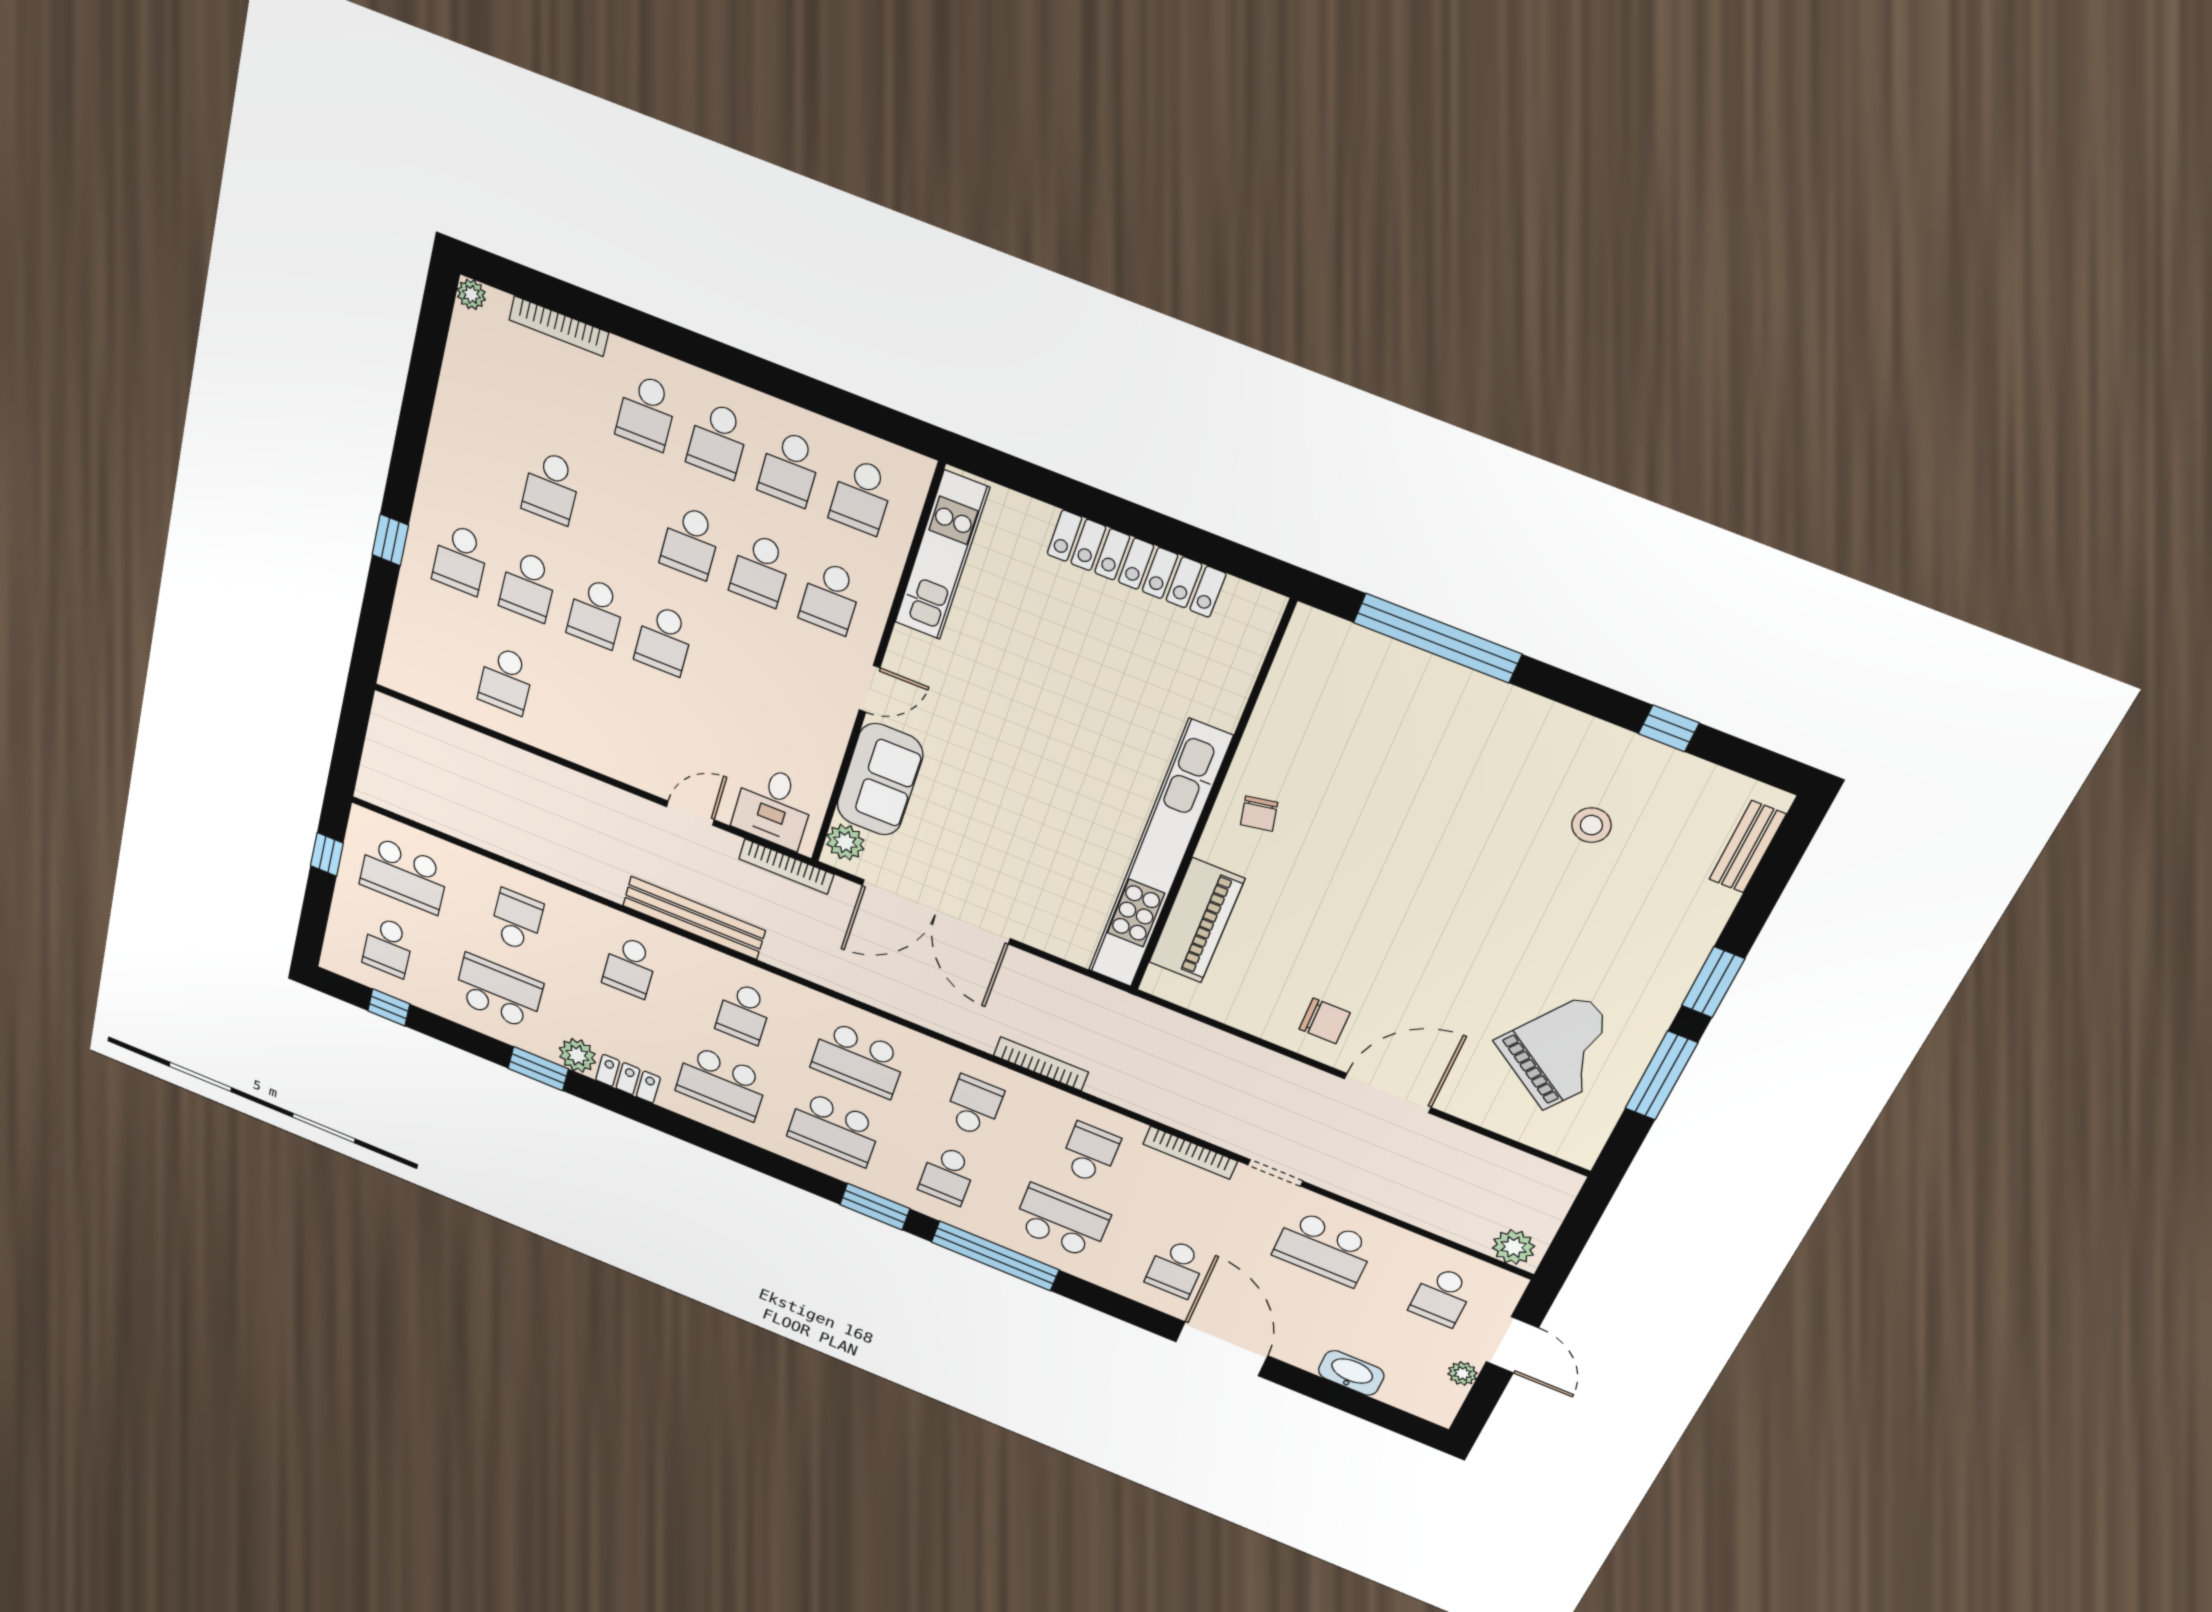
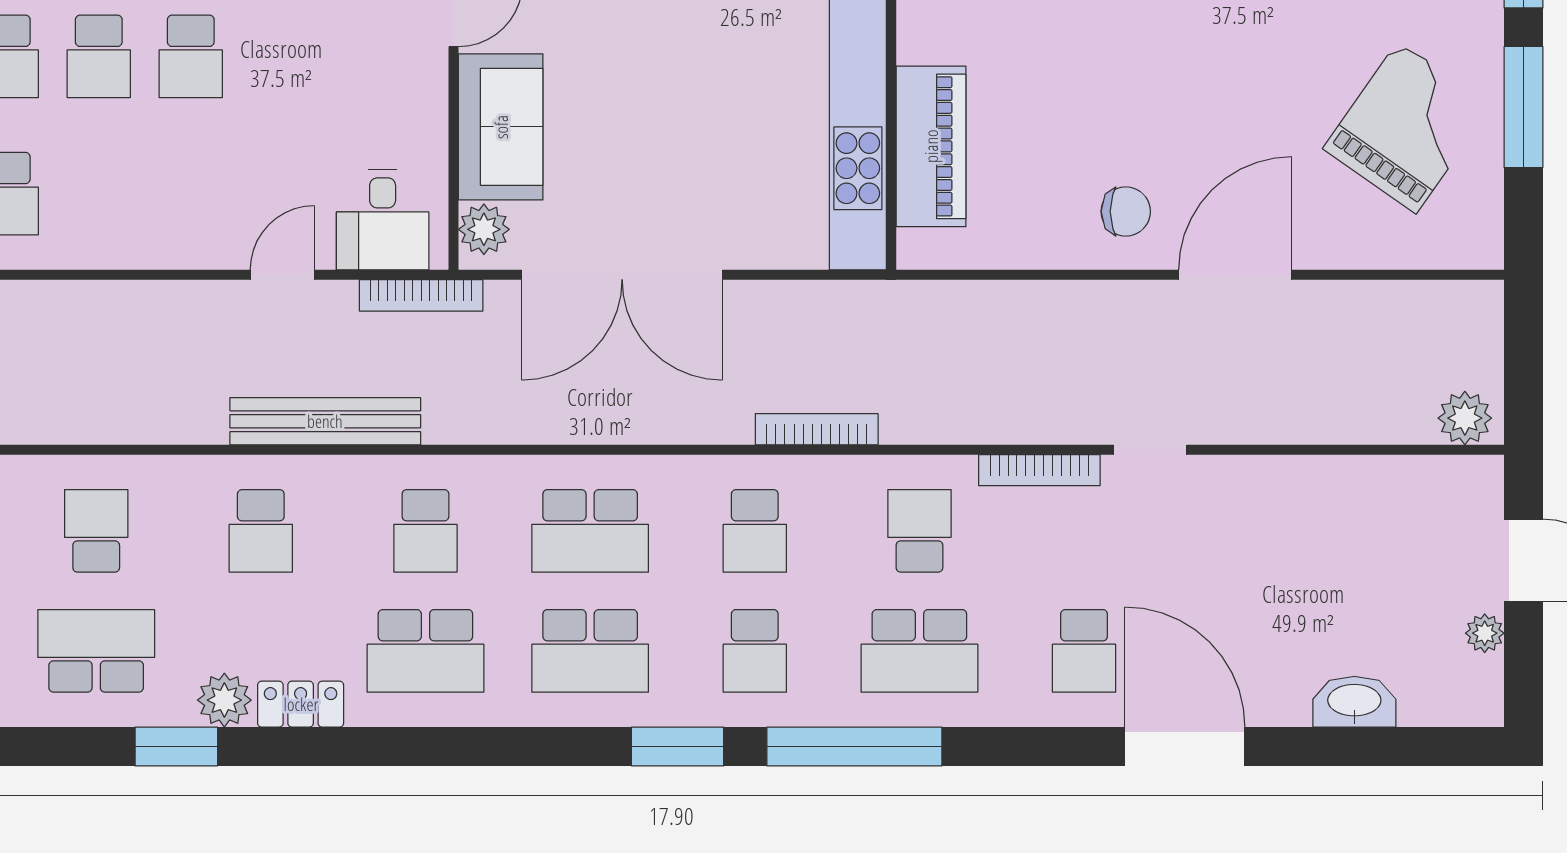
school desk: (974, 1106) -> (755, 531), turned 180
school desk: (1061, 1221) -> (919, 651), turned 180
school desk: (1324, 1248) -> (1249, 531), removed
school desk: (1442, 1296) -> (1413, 531), removed

